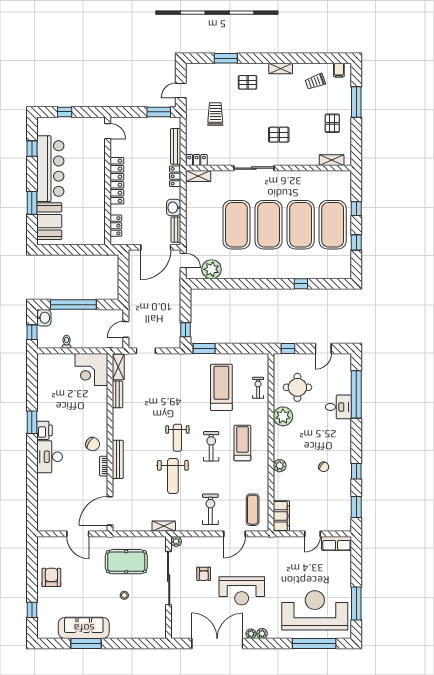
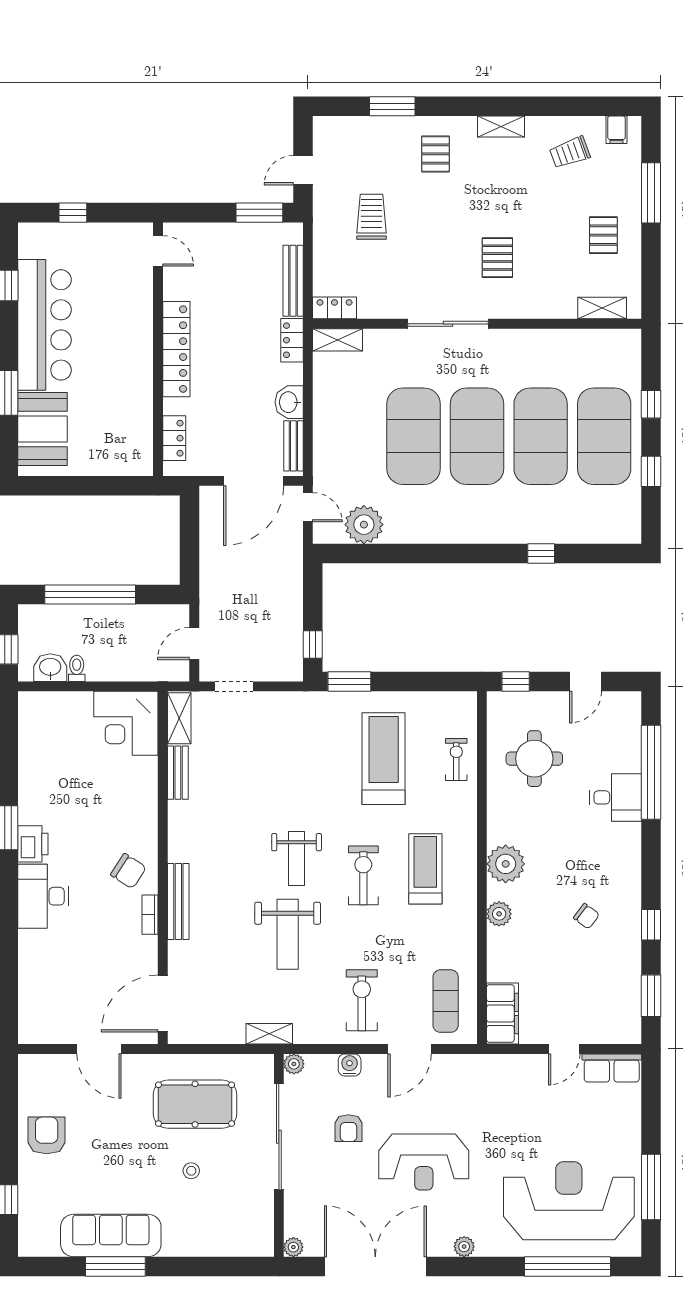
pallet: (248, 82) -> (436, 154), turned 90
pallet: (279, 135) -> (497, 258), turned 90
washbasin: (44, 318) -> (50, 668), moved, turned -90
plant: (283, 416) -> (506, 864), moved
water cooler: (204, 542) -> (350, 1065), added
plant: (251, 634) -> (293, 1247), moved

